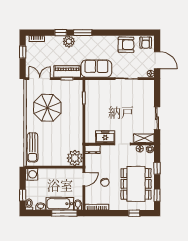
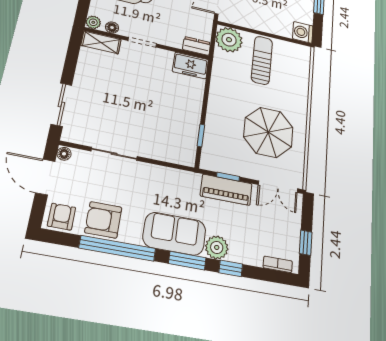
window: (117, 33) -> (118, 248), added
sofa: (96, 69) -> (174, 234), moved, turned 180
sliding door: (157, 118) -> (61, 104), moved
freezer: (105, 137) -> (191, 66), moved
sun lounger: (32, 147) -> (262, 60), moved

